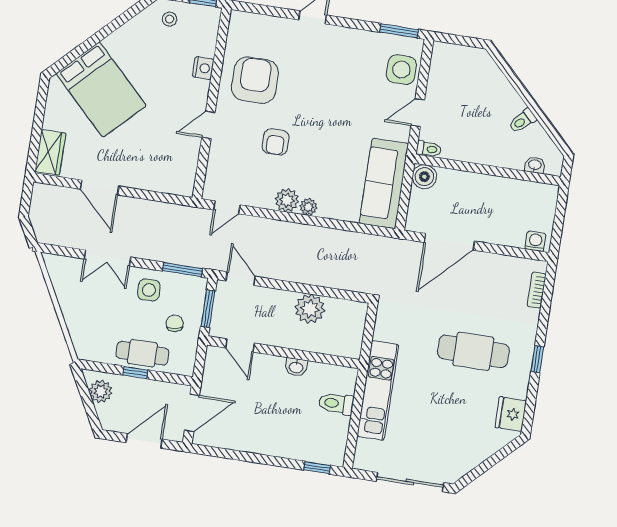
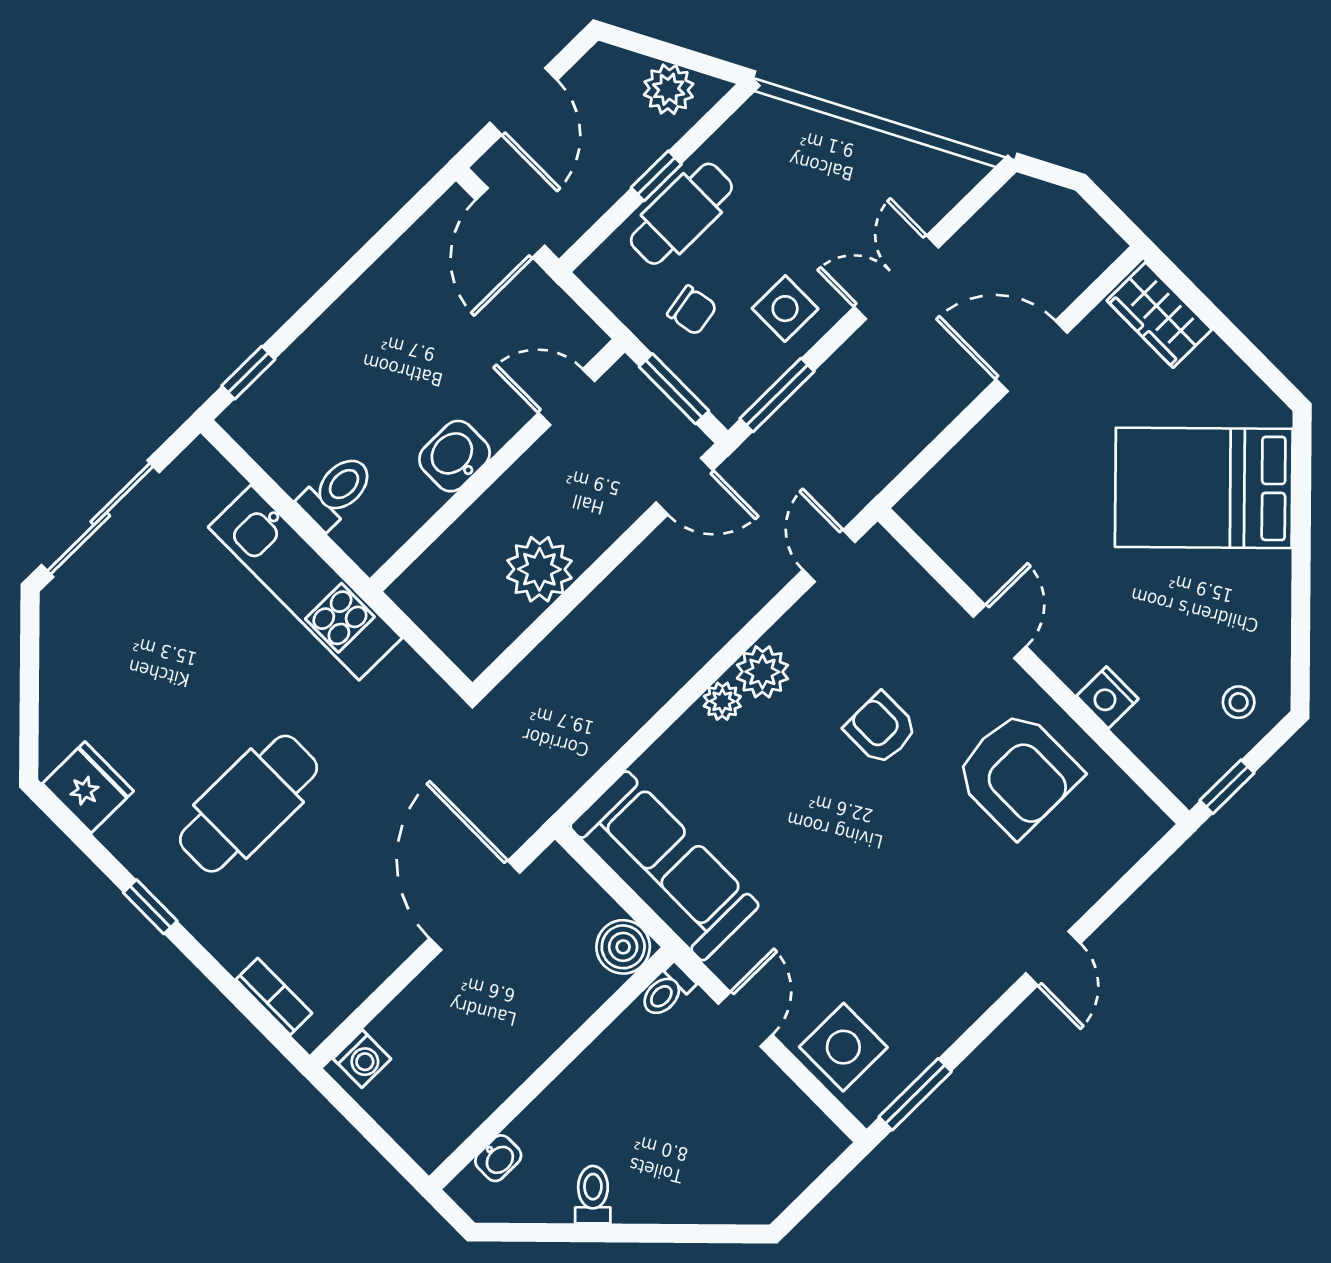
washbasin: (296, 367) -> (454, 456), width x1.38, depth x1.45

